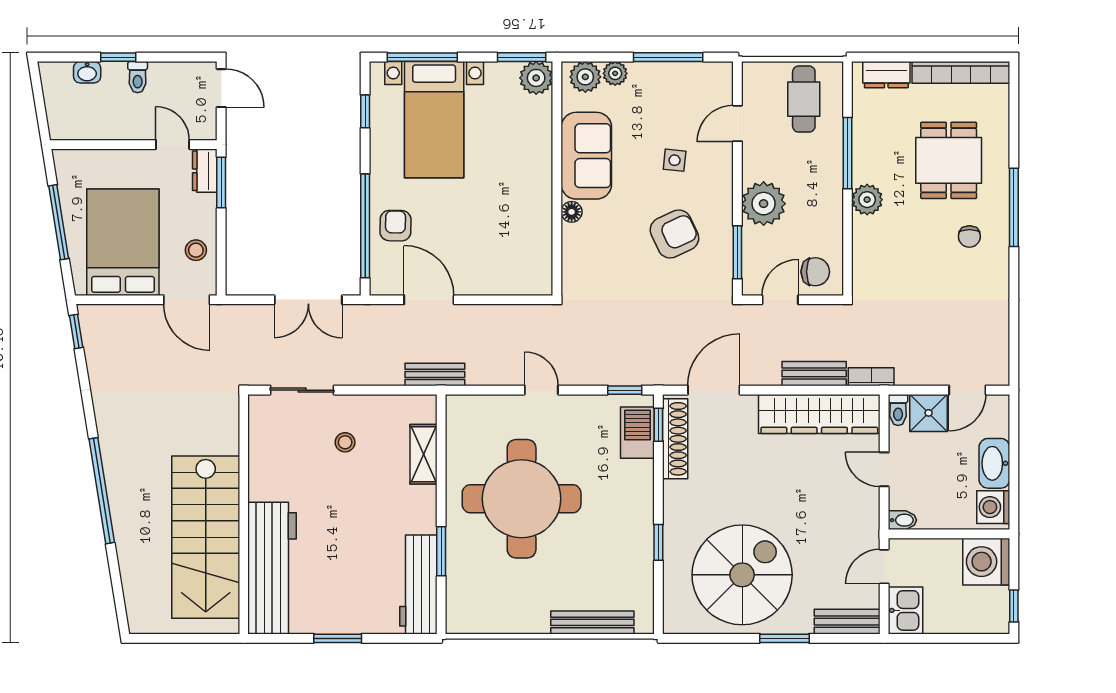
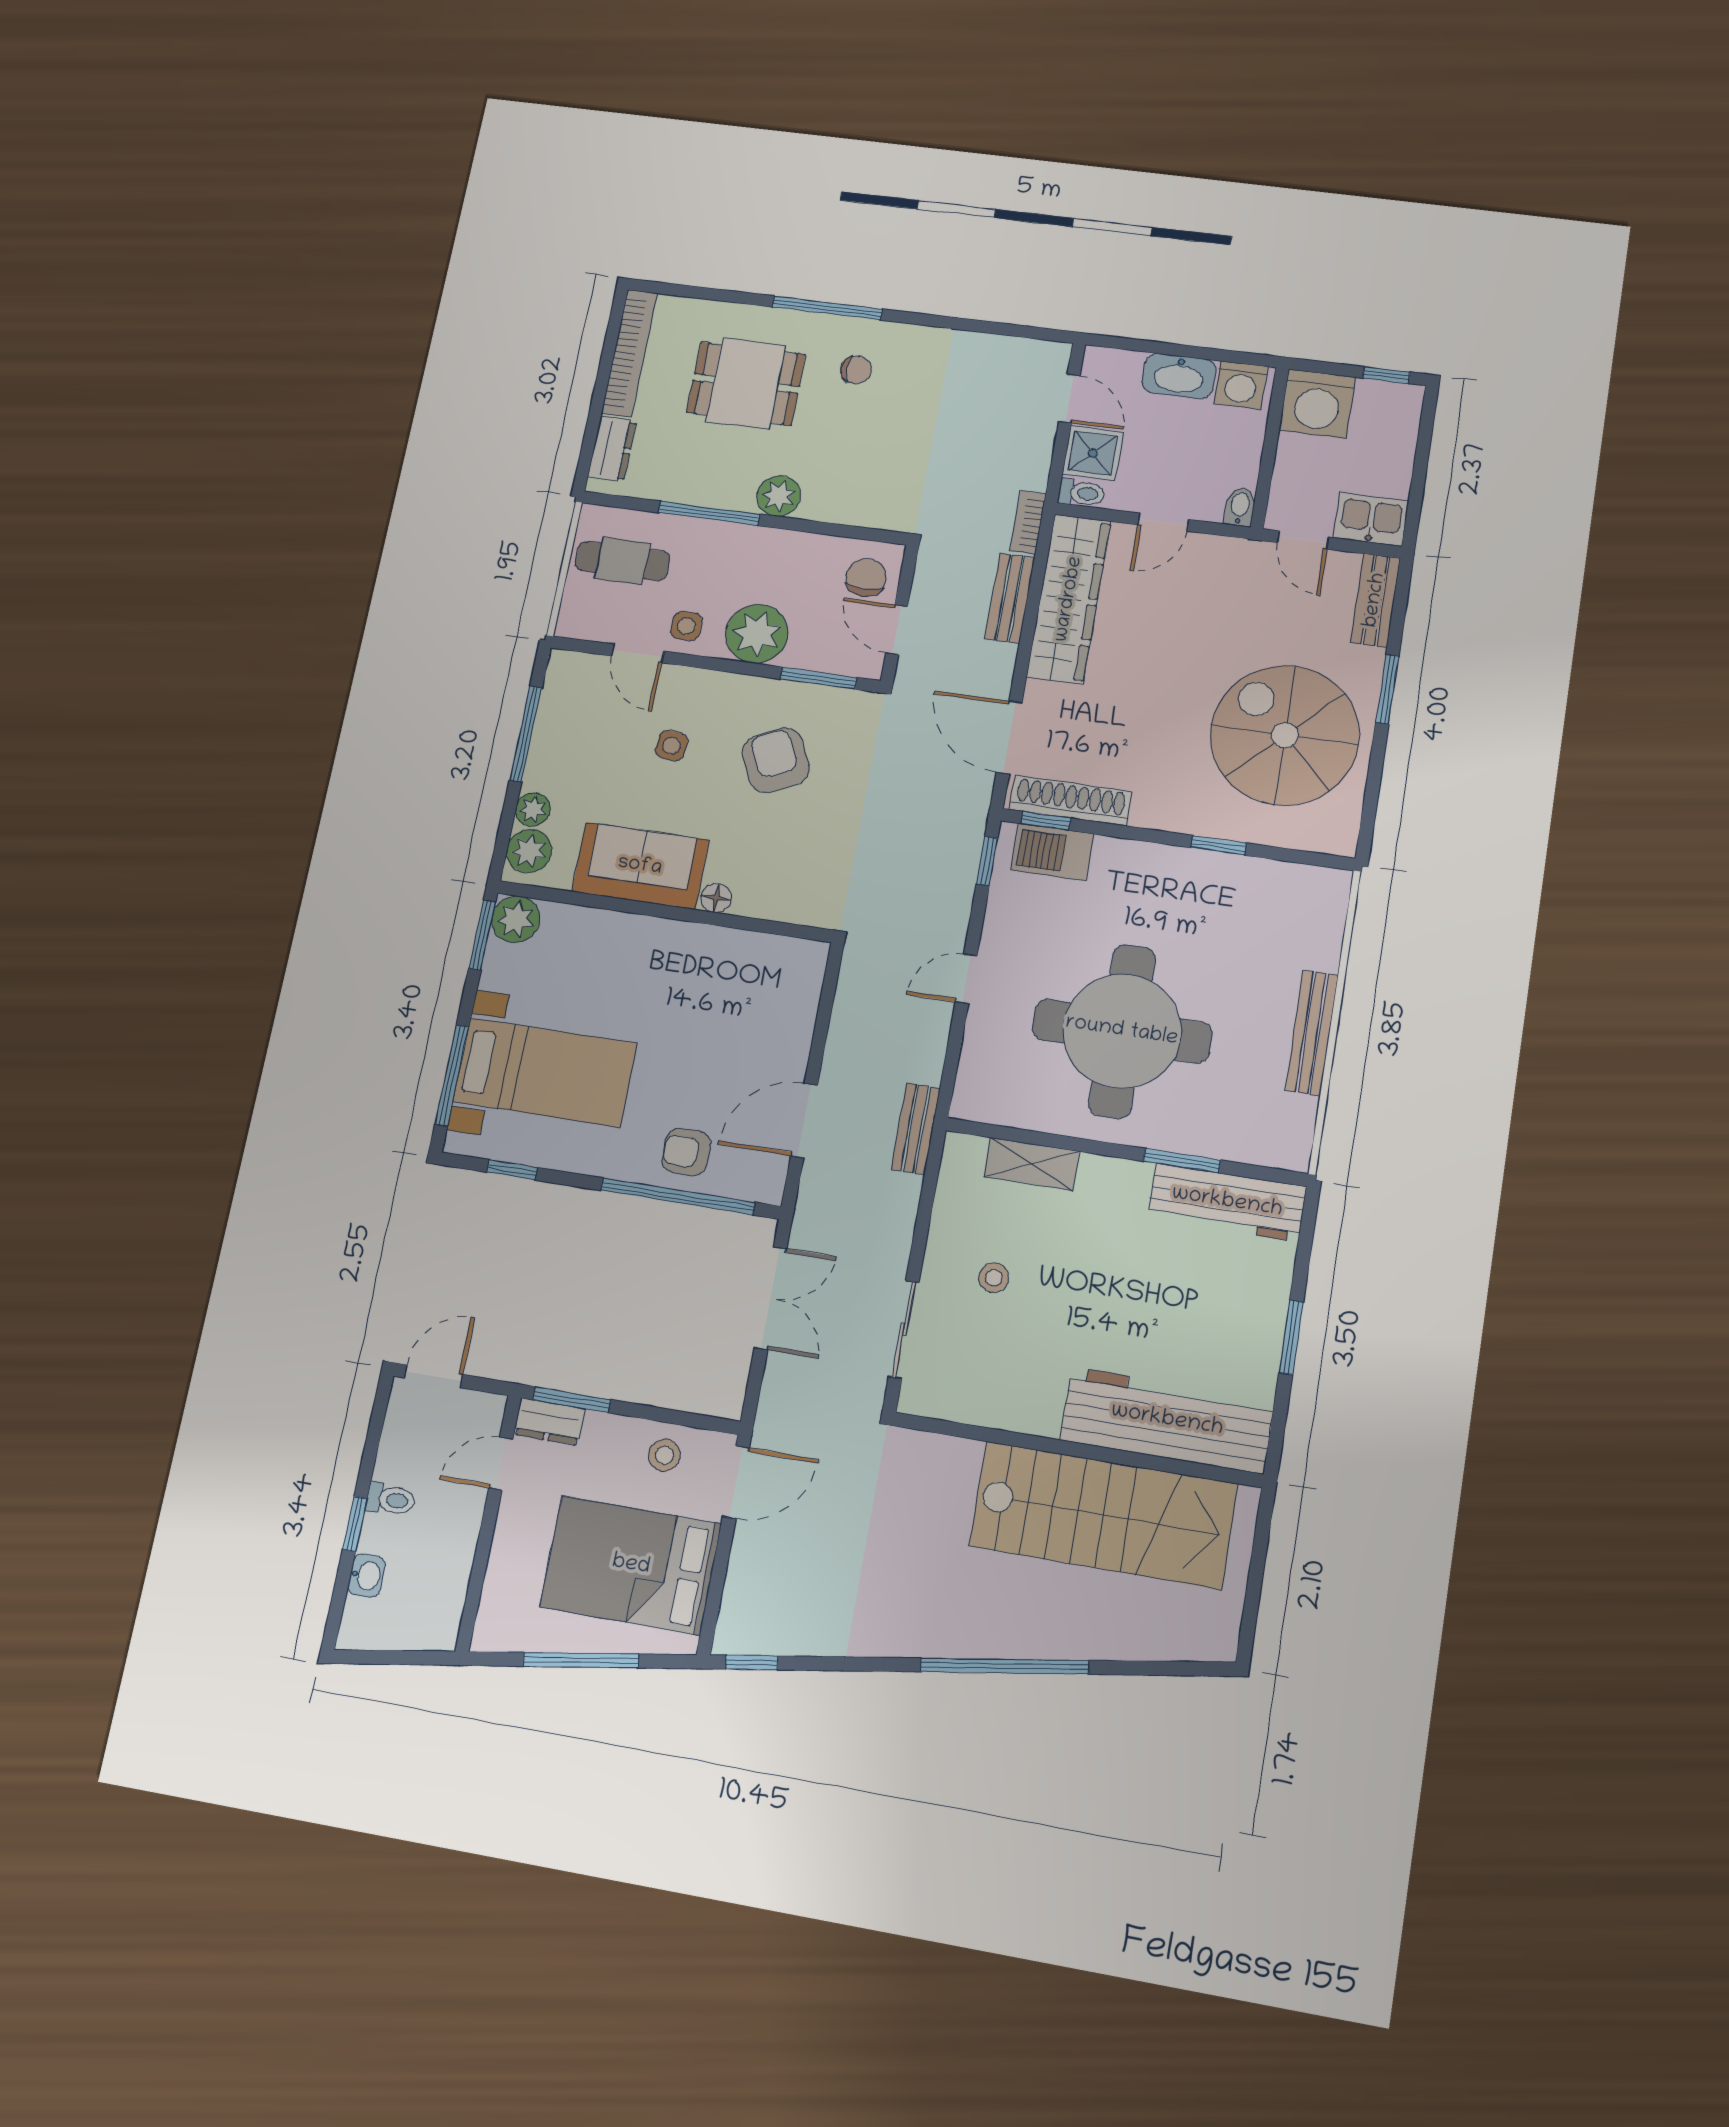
side table: (762, 153) -> (686, 626), added
bench: (592, 622) -> (1312, 1033), moved

